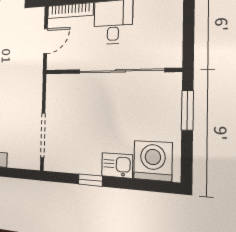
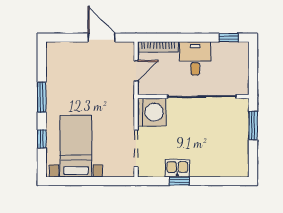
washing machine: (153, 161) -> (152, 112), moved, turned 90
kitchen sink: (117, 165) -> (177, 168), moved

